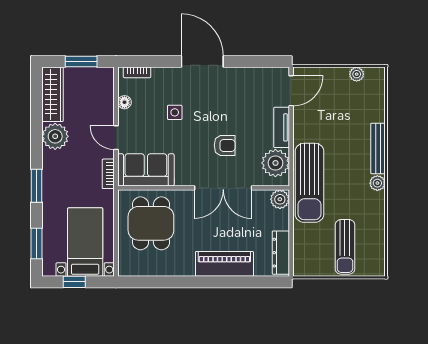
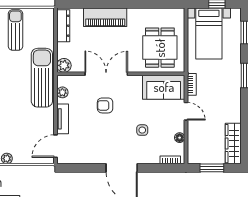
plant: (55, 136) -> (231, 112), removed
plant: (275, 163) -> (62, 92), width x0.53, depth x0.53

